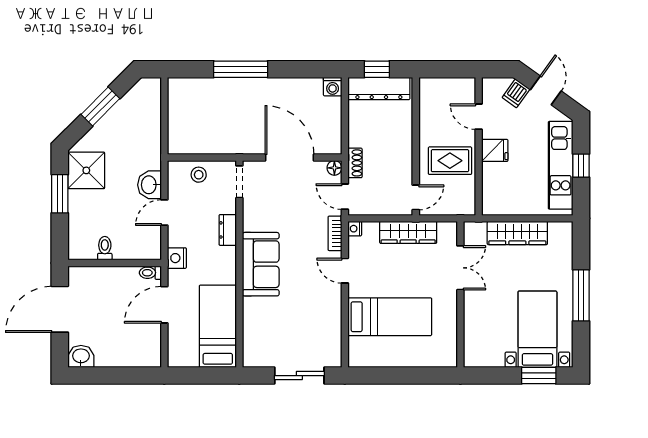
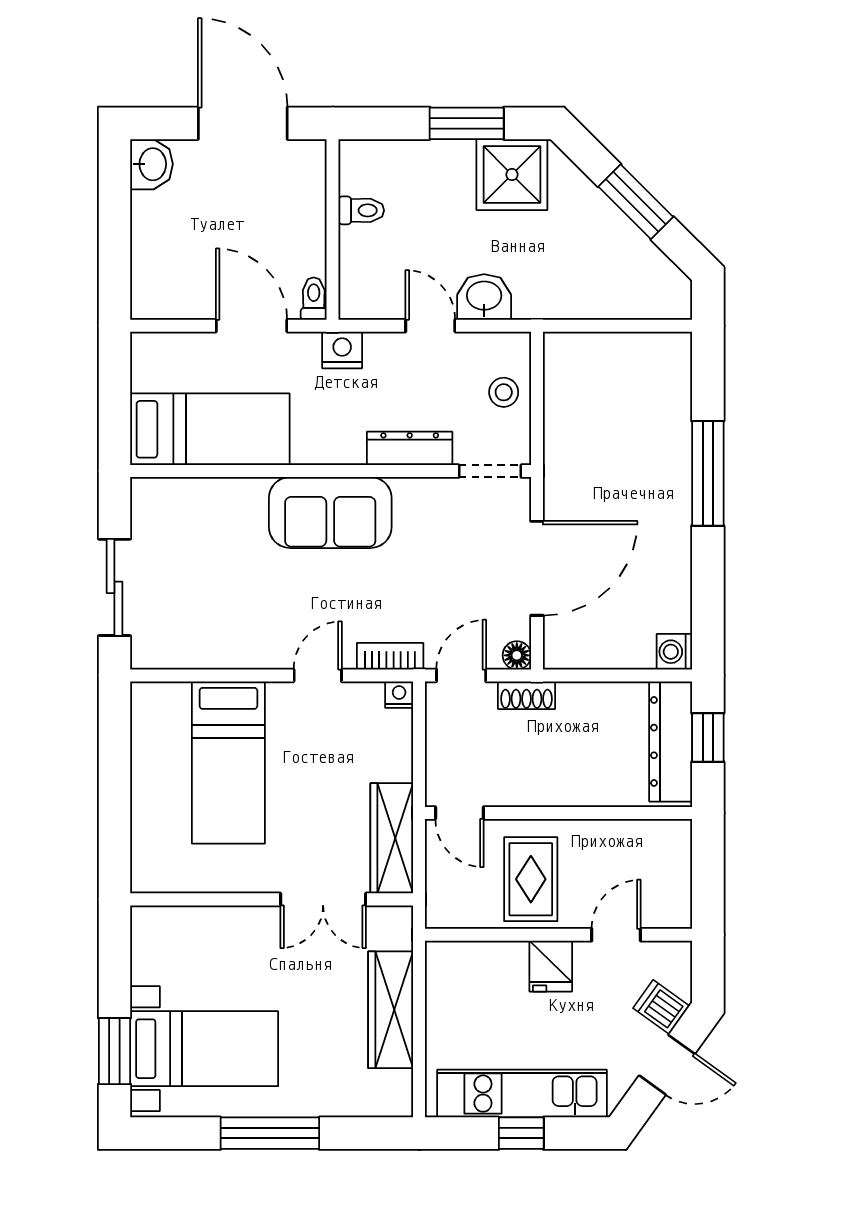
dresser: (228, 230) -> (410, 448), width x1.44
wardrobe: (408, 232) -> (392, 838), moved

